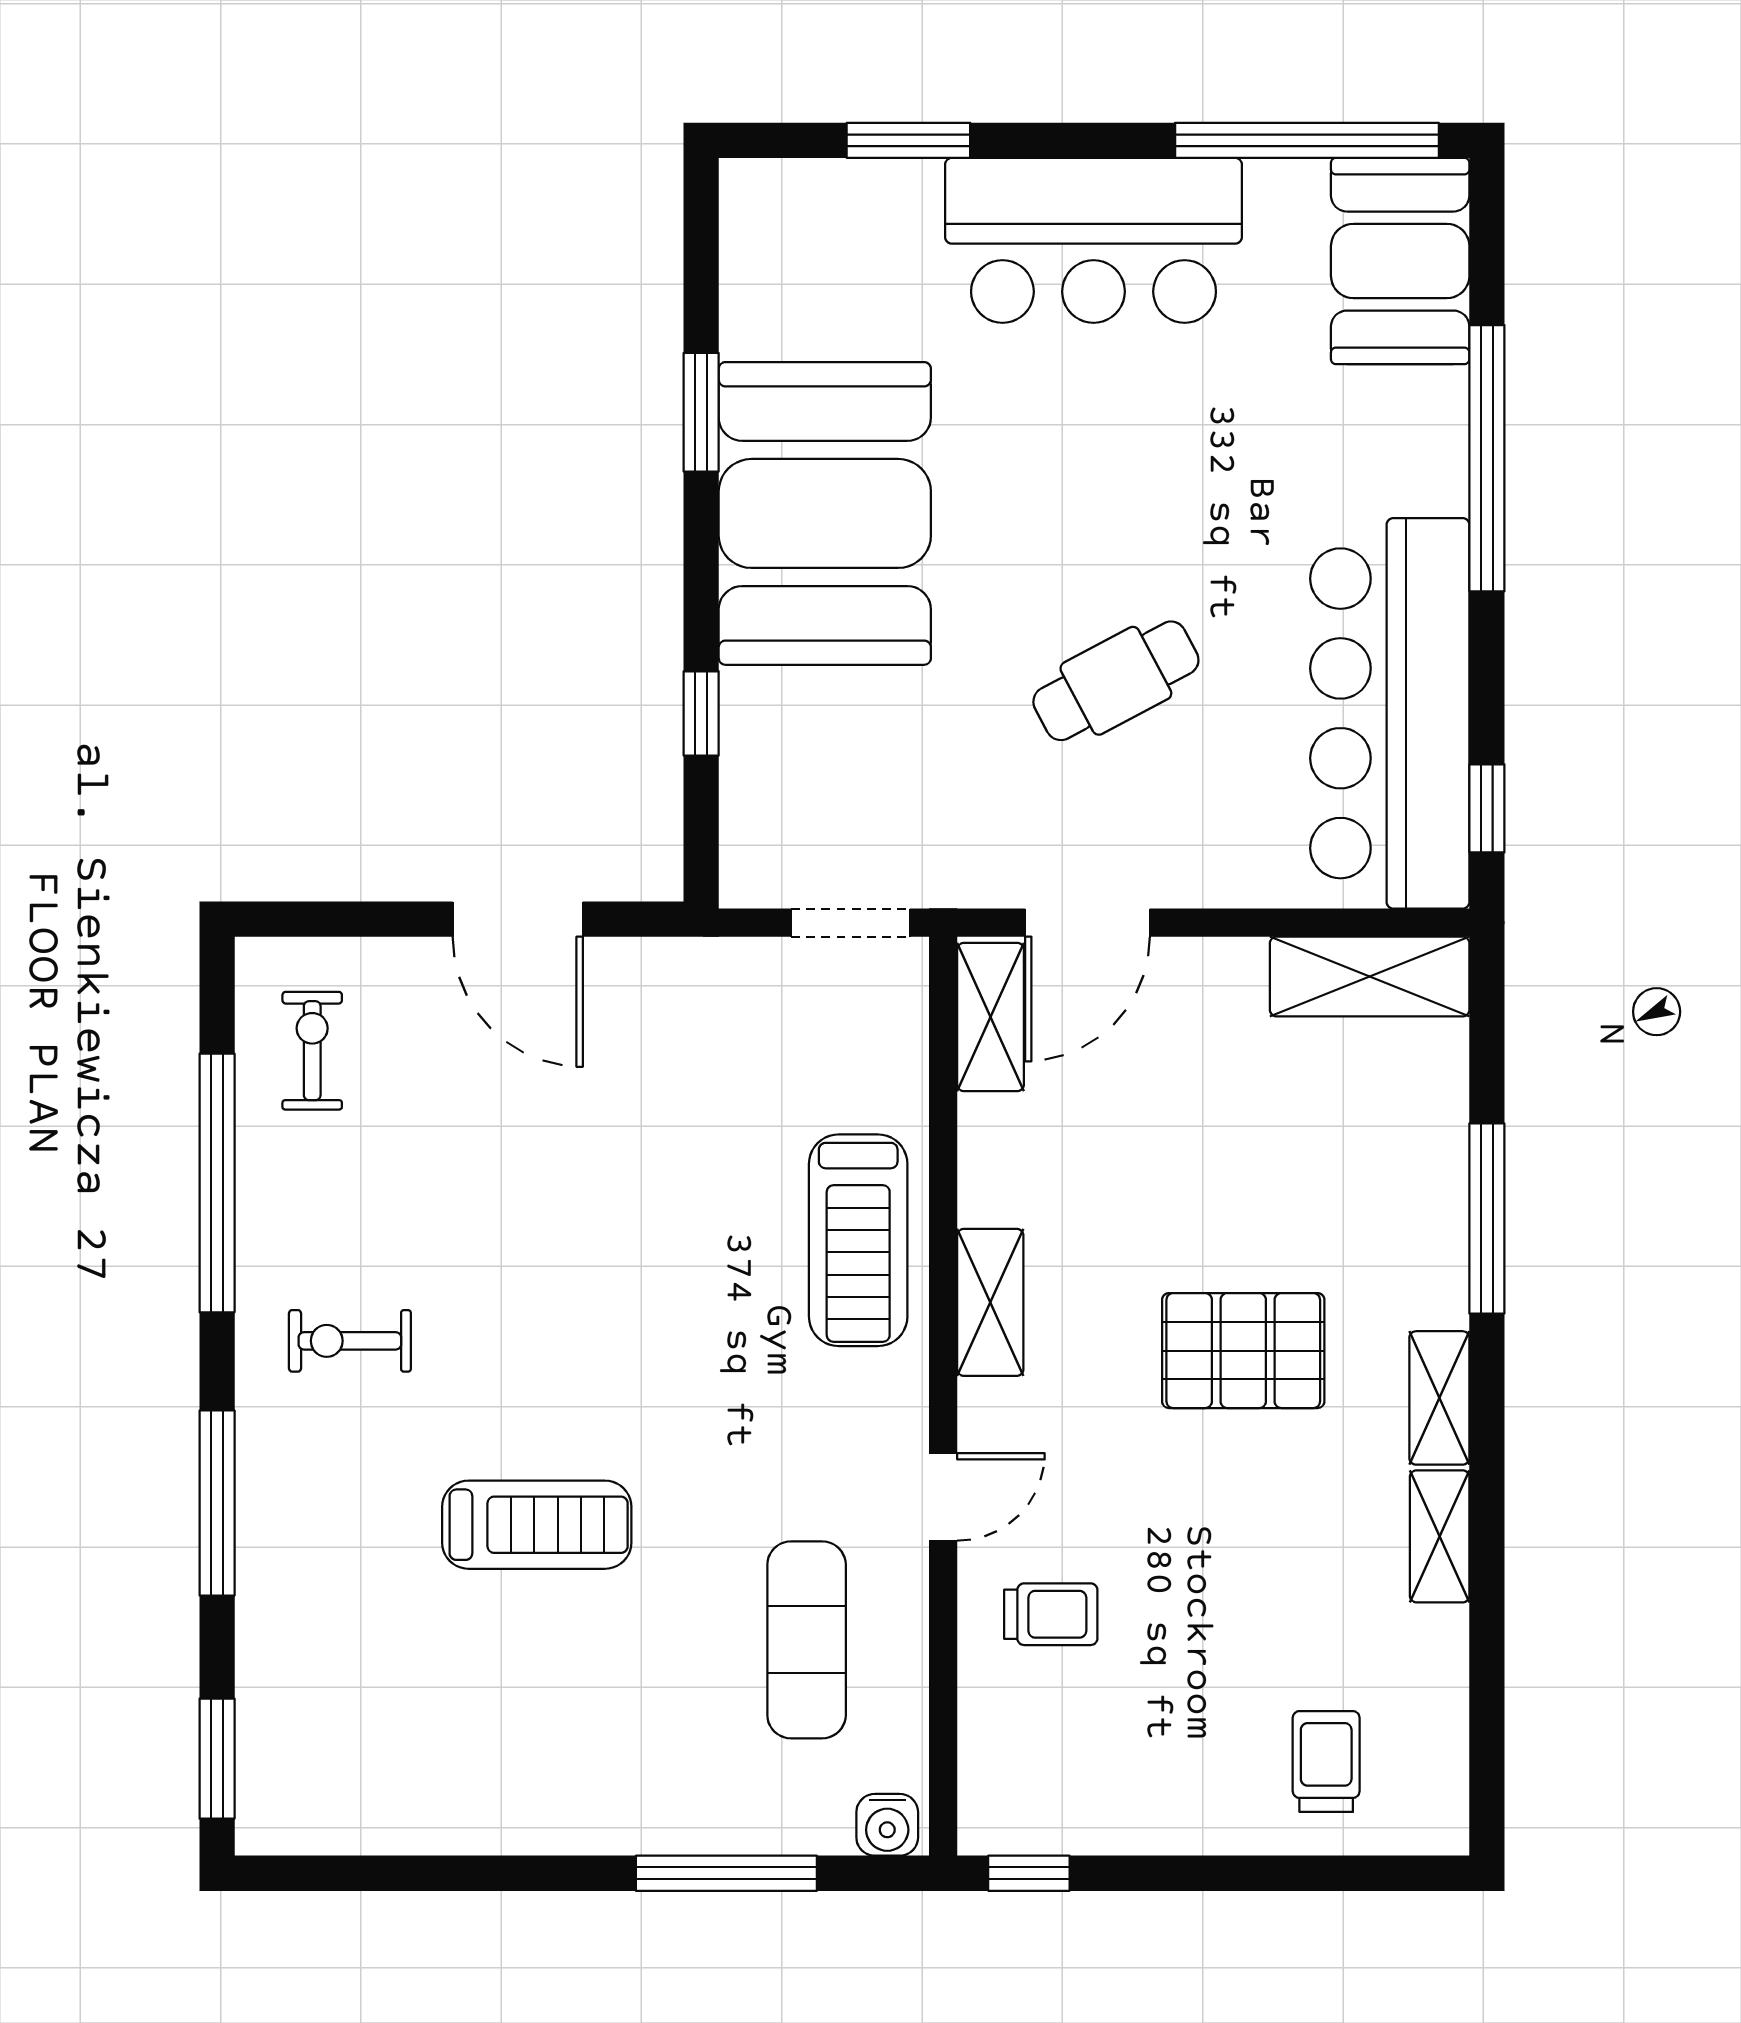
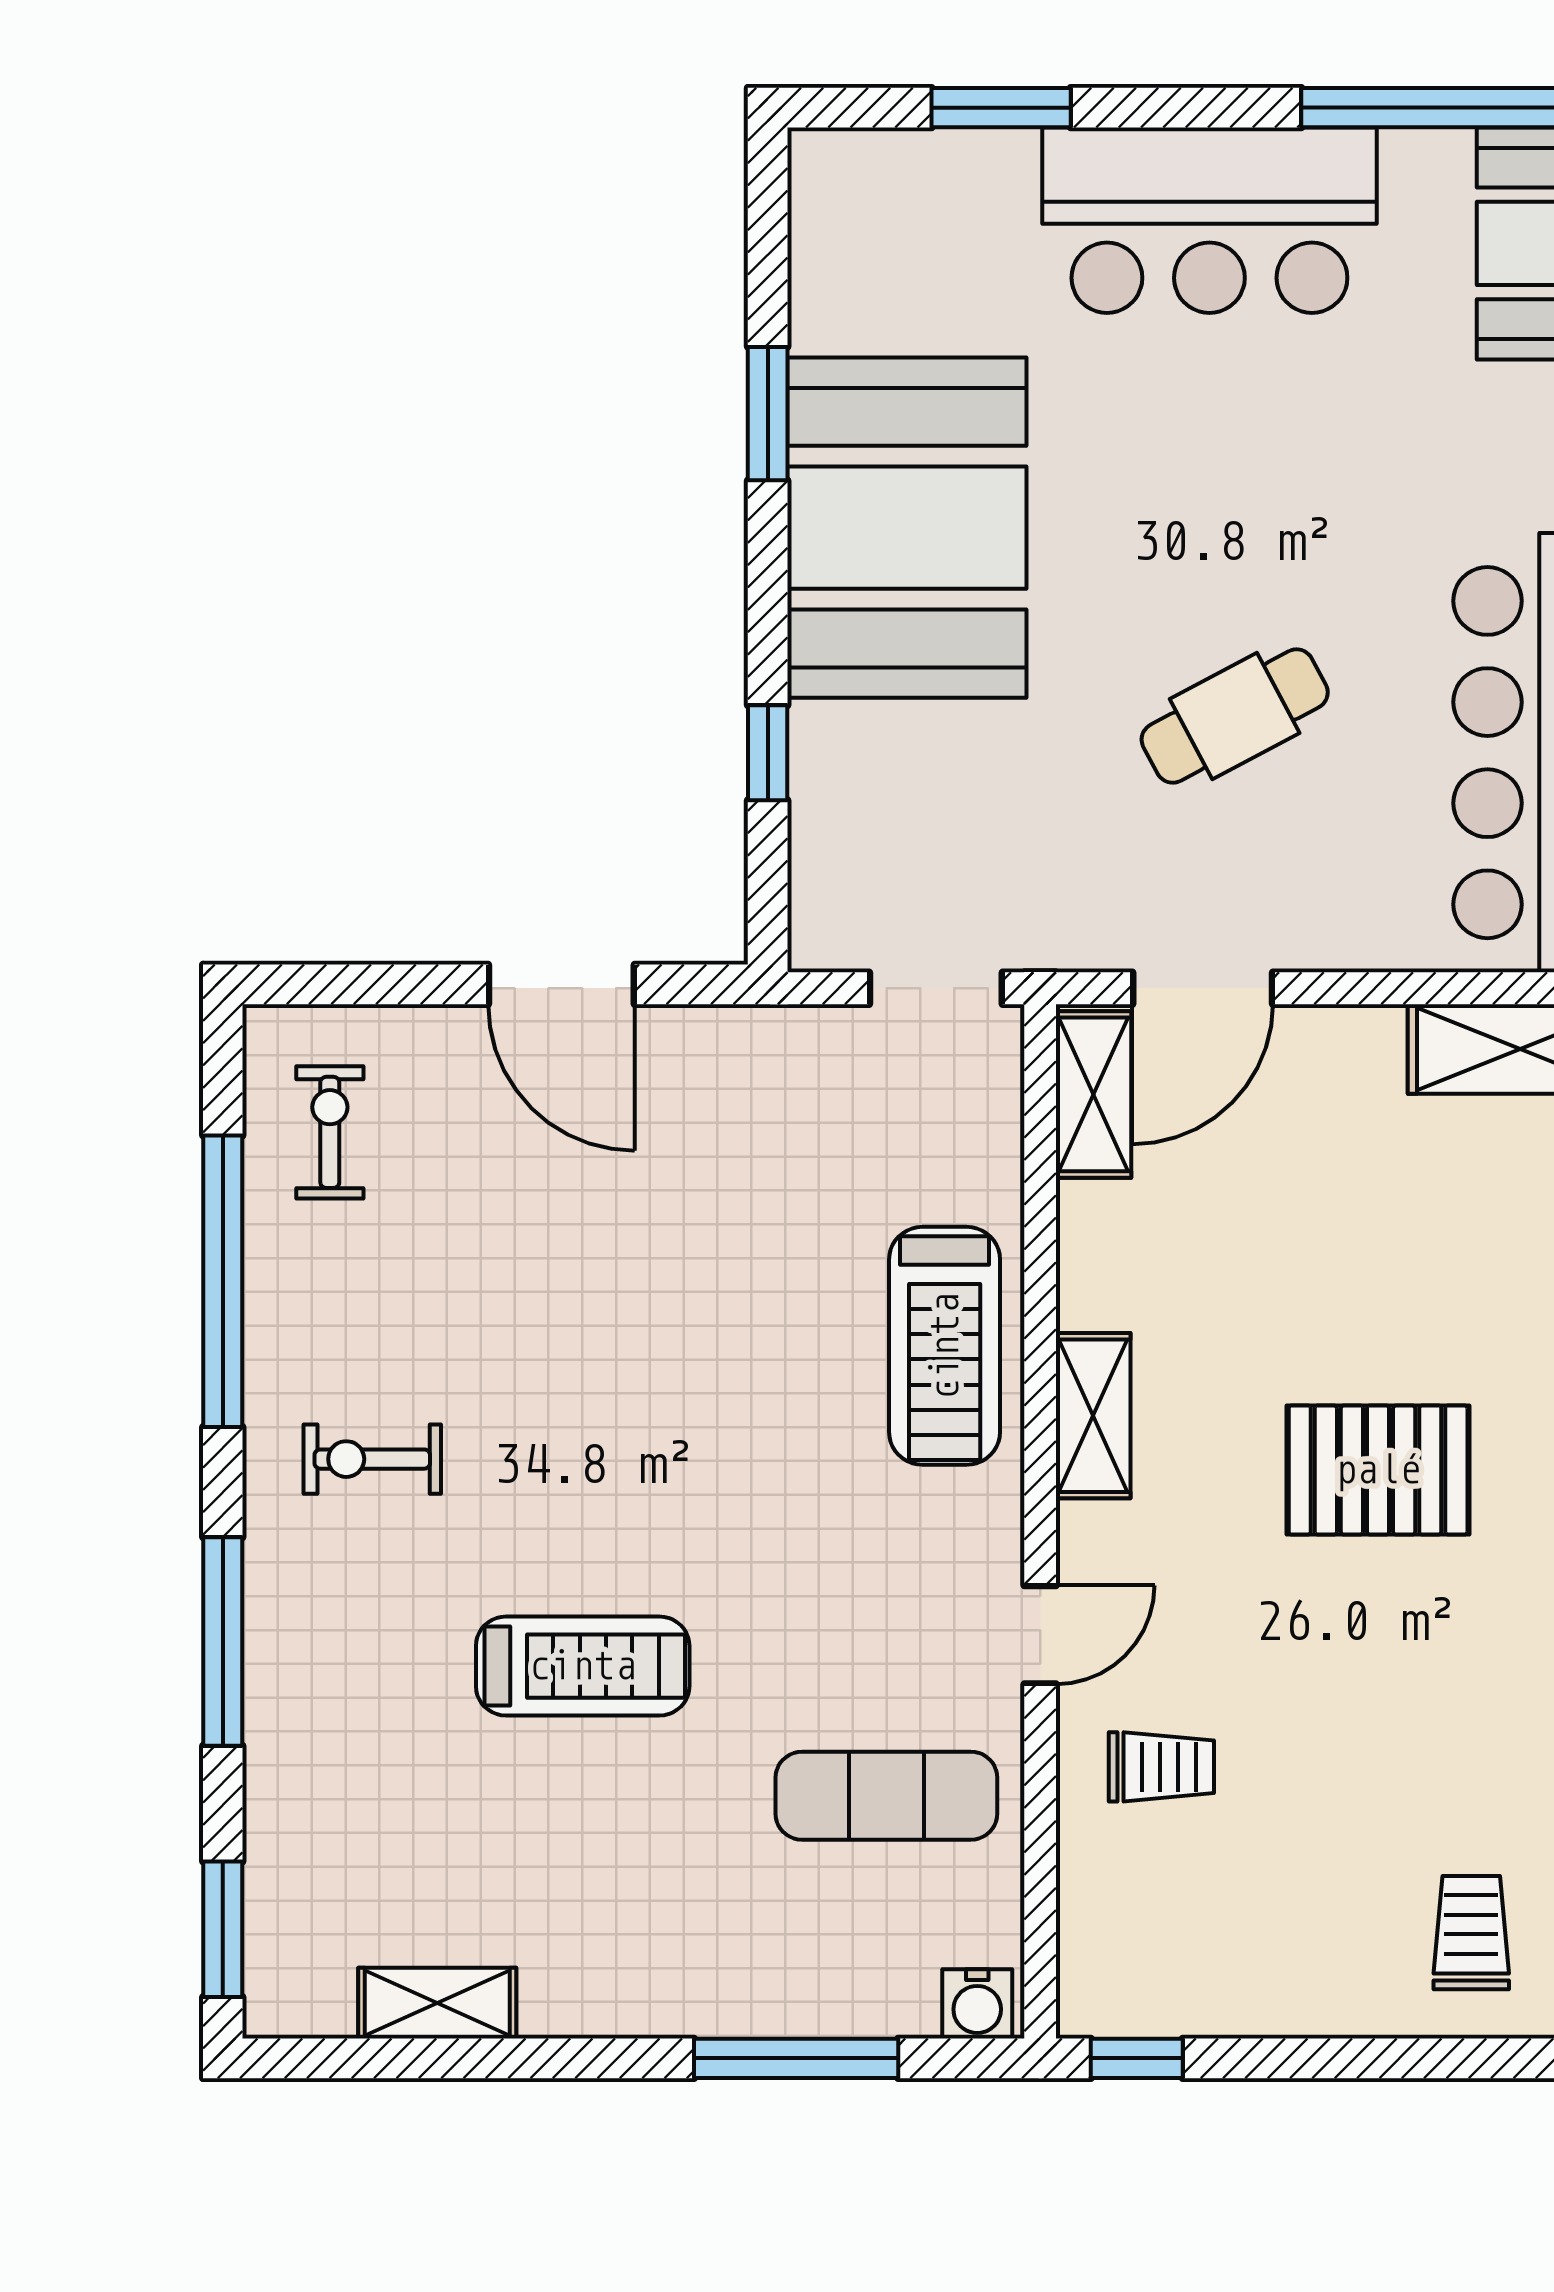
exercise mat: (807, 1640) -> (886, 1796), turned 90
shelving: (408, 1824) -> (437, 2003), added

